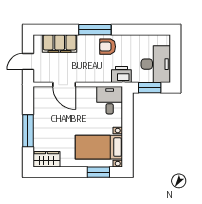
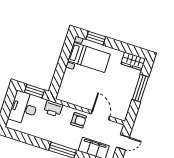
armchair: (108, 47) -> (79, 120), moved
desk: (110, 100) -> (69, 91), removed

